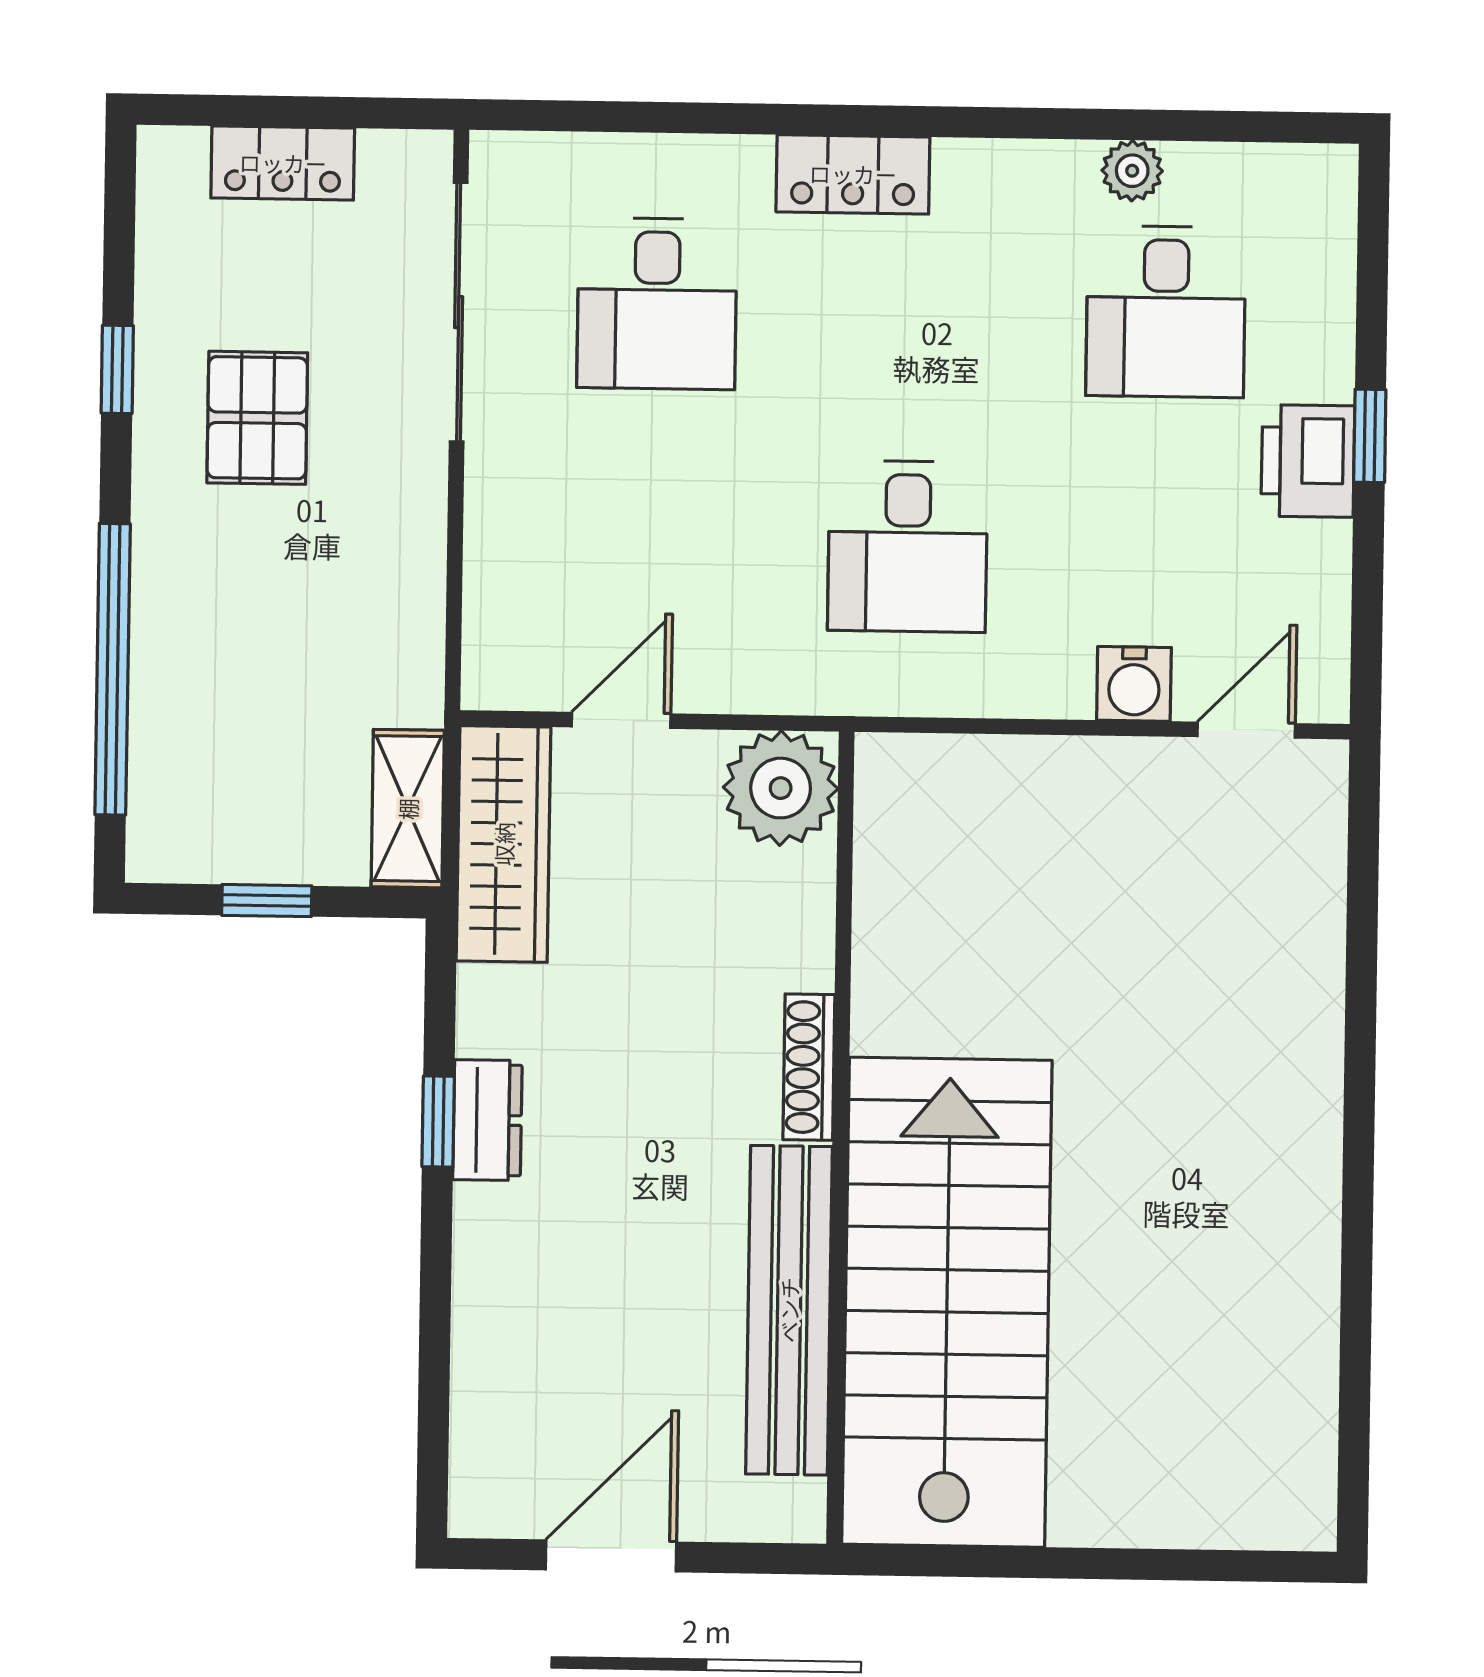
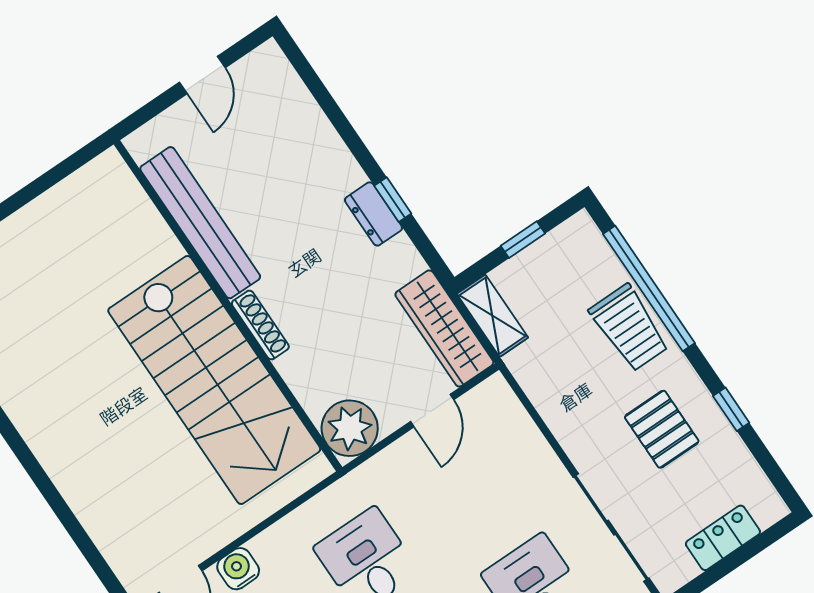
trolley: (192, 627) -> (629, 328), added
stairs: (947, 1302) -> (214, 380), moved
door: (611, 1556) -> (202, 75), width x0.73

